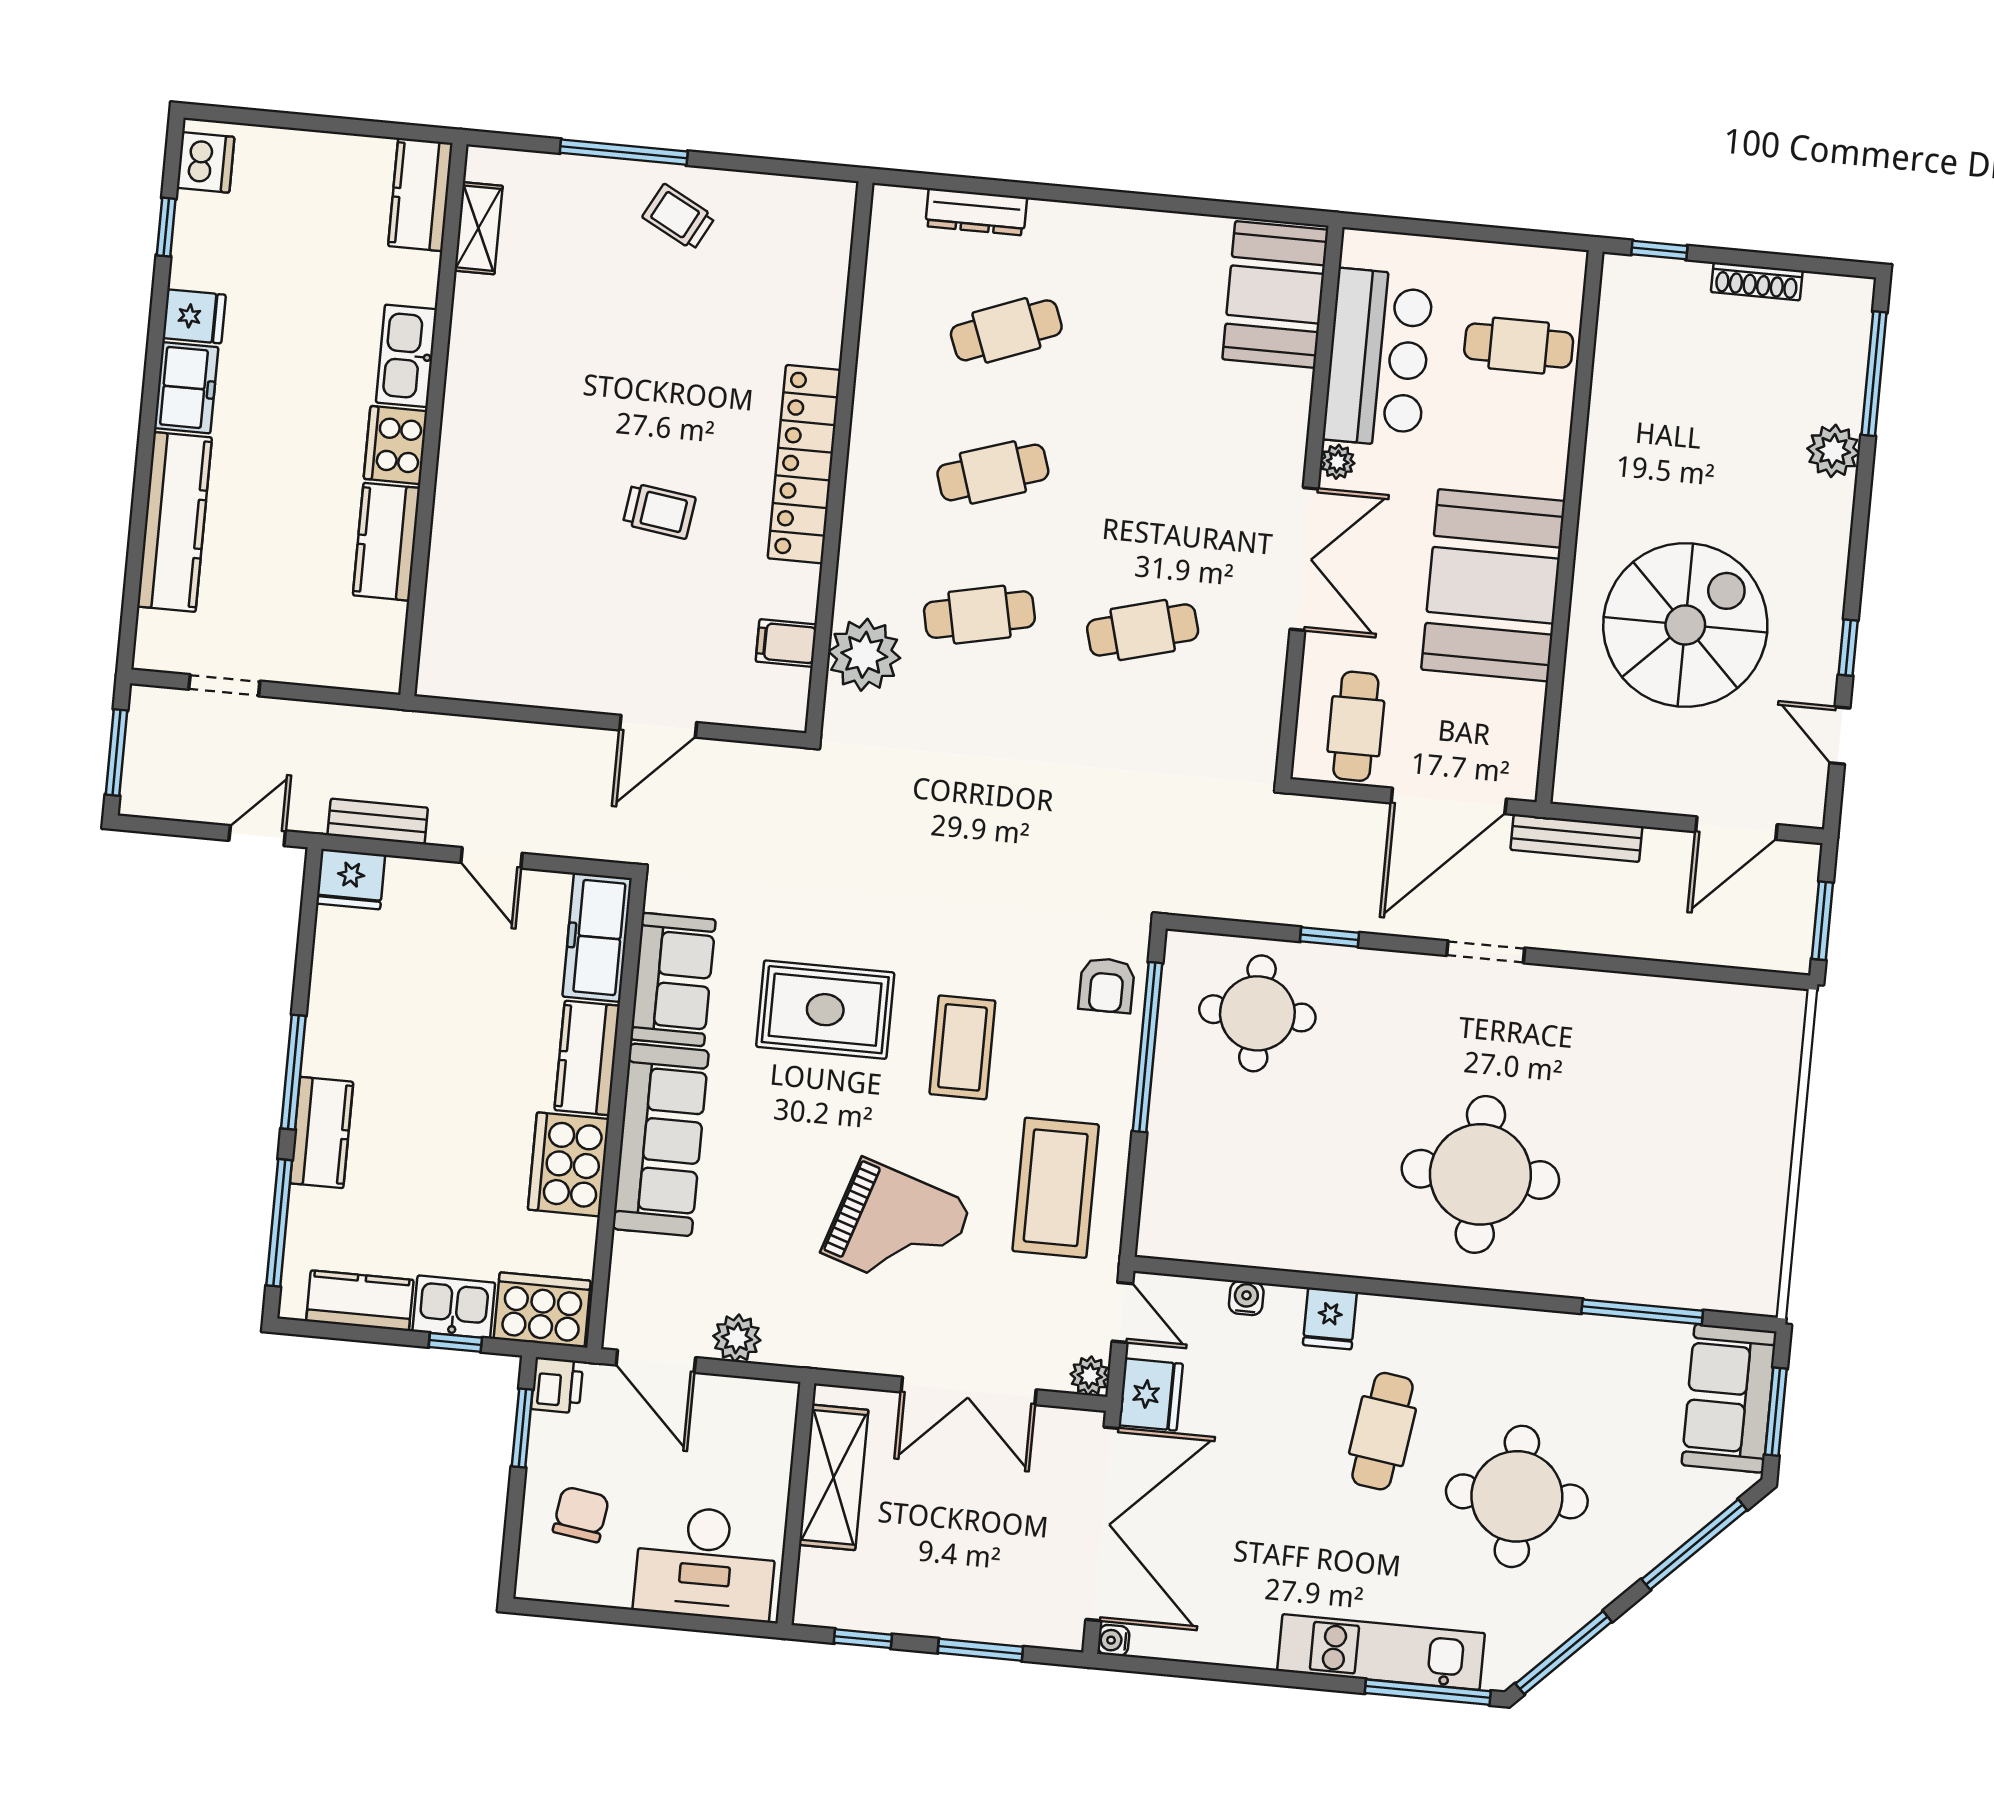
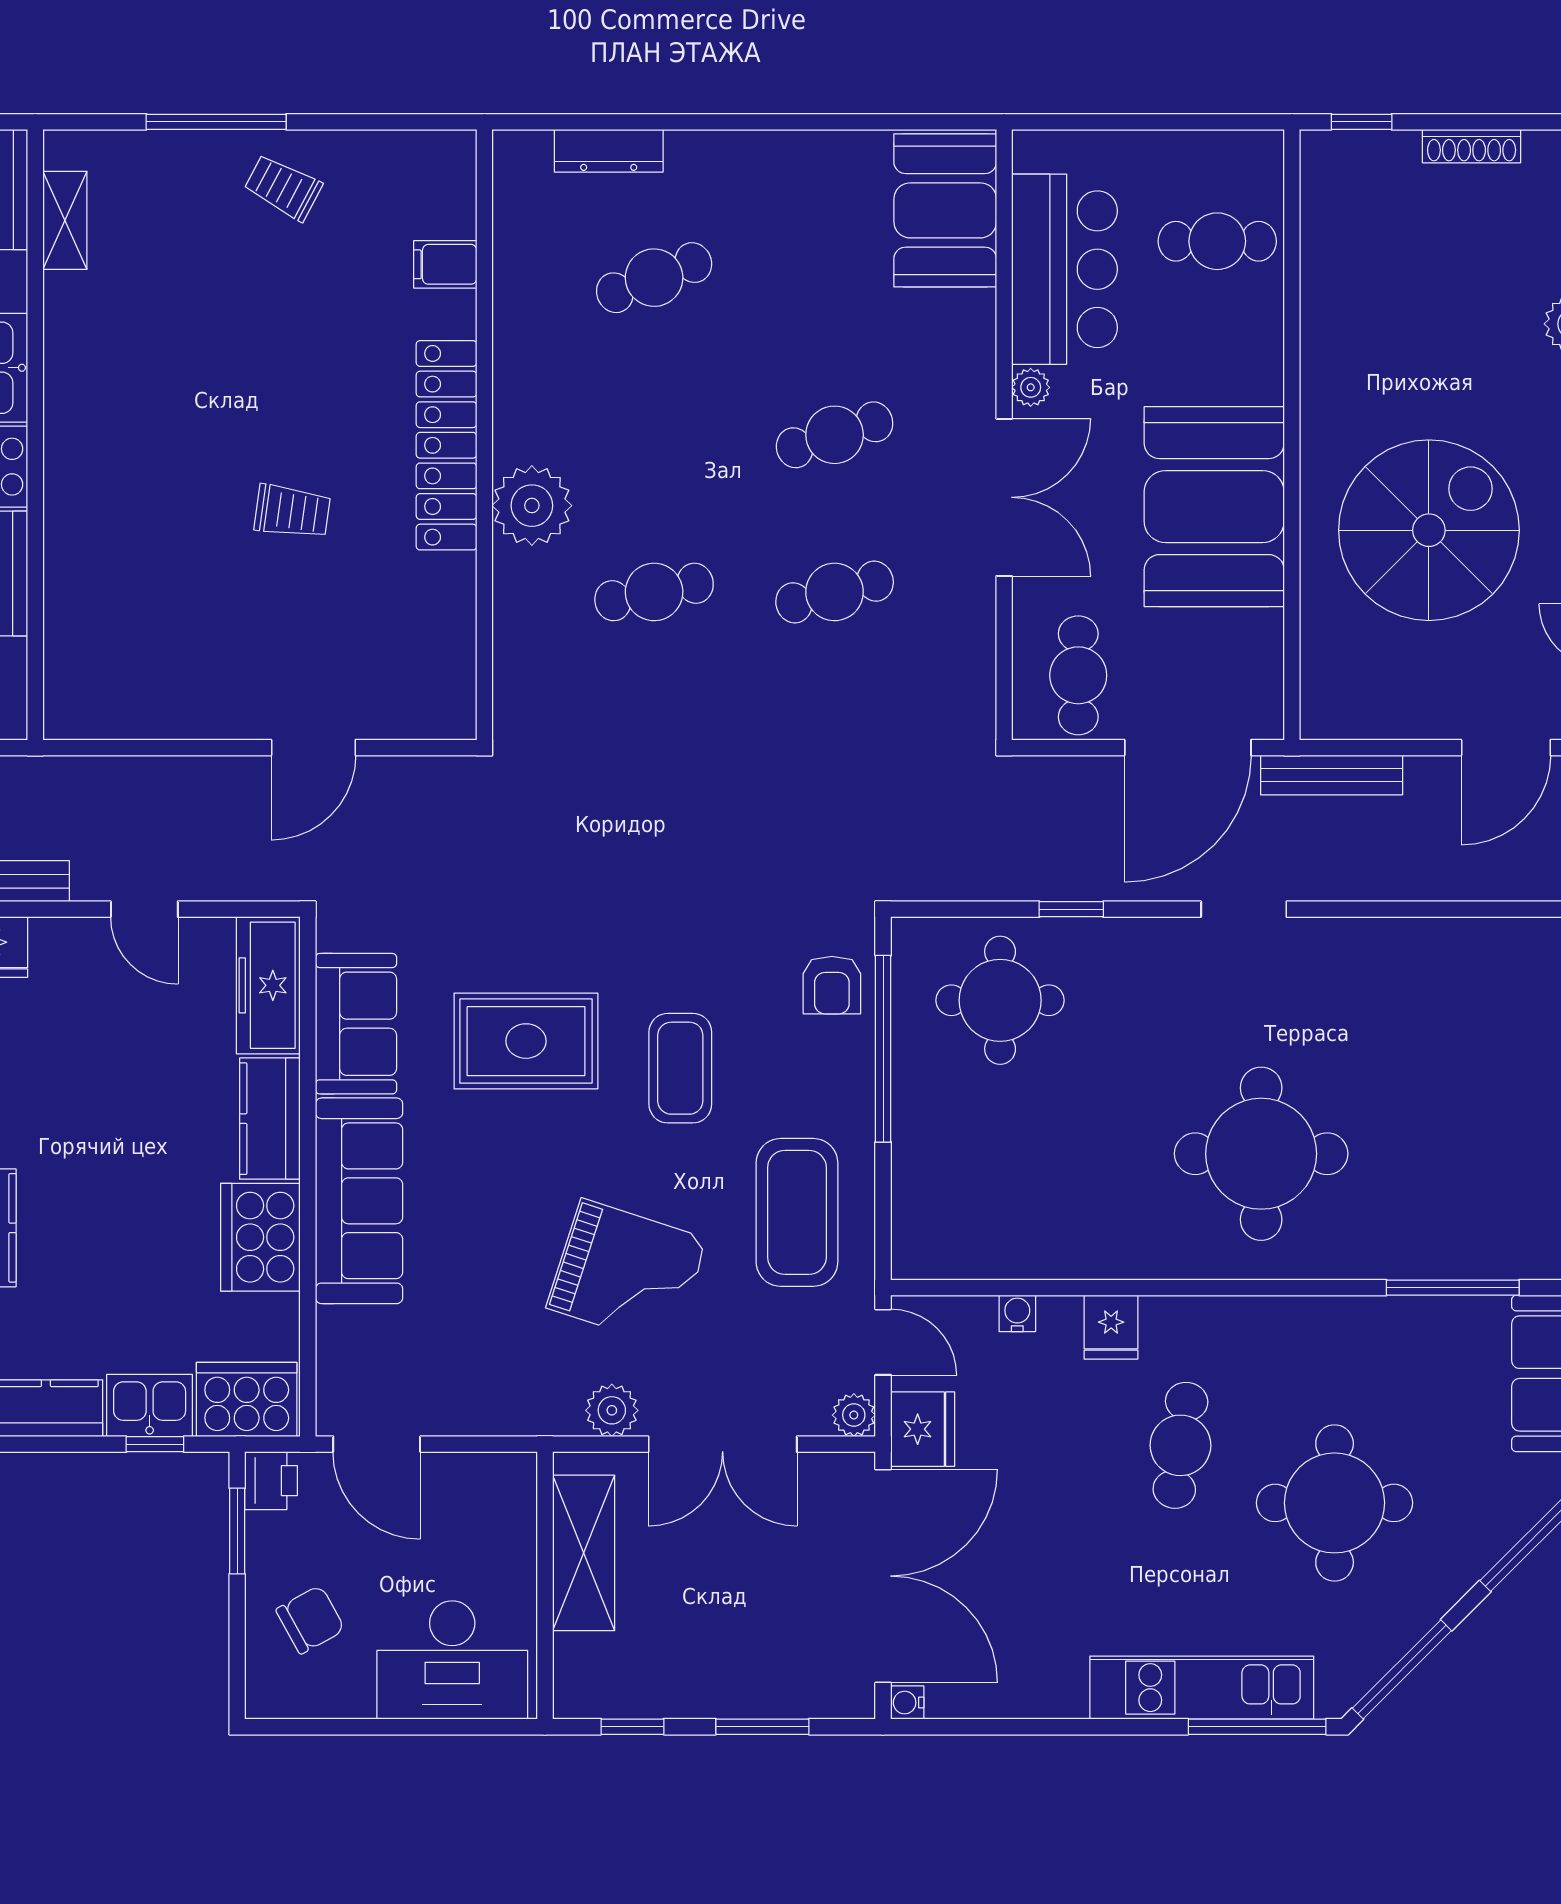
cafe table: (993, 472) -> (835, 435), moved
filing cabinet: (786, 643) -> (445, 264), moved
plant: (864, 655) -> (532, 506), moved
plant: (737, 1338) -> (612, 1410), moved
chair: (581, 1514) -> (310, 1620), turned 53

